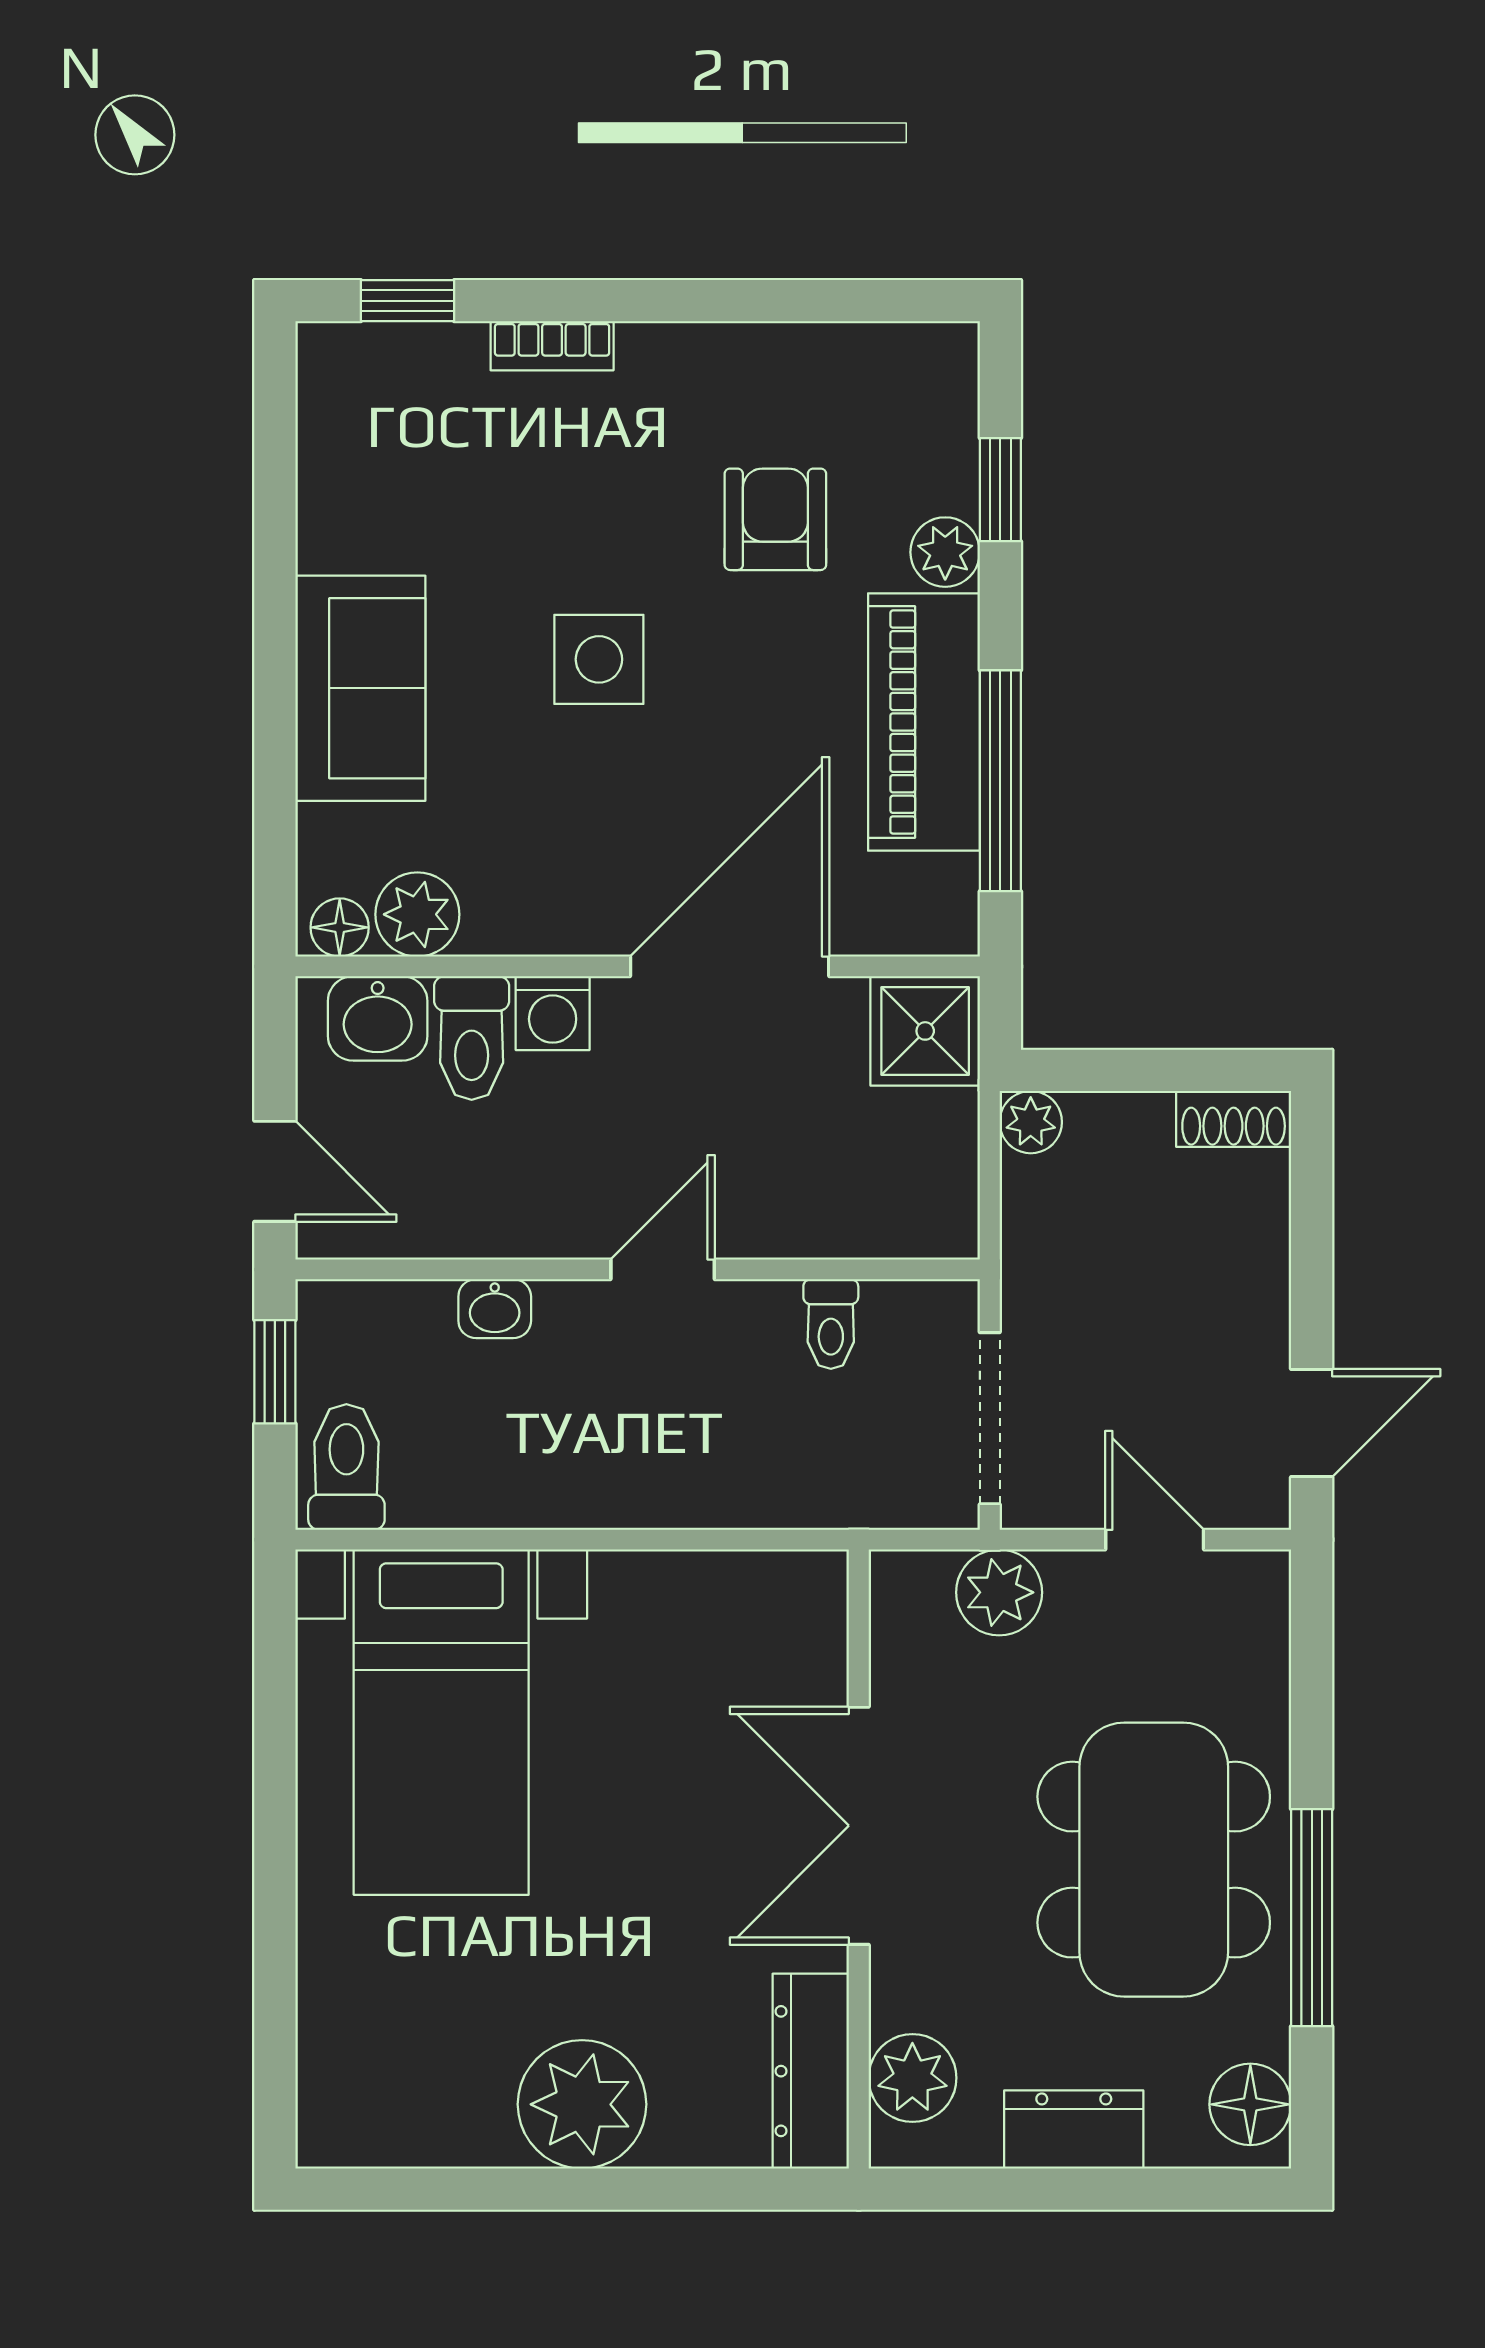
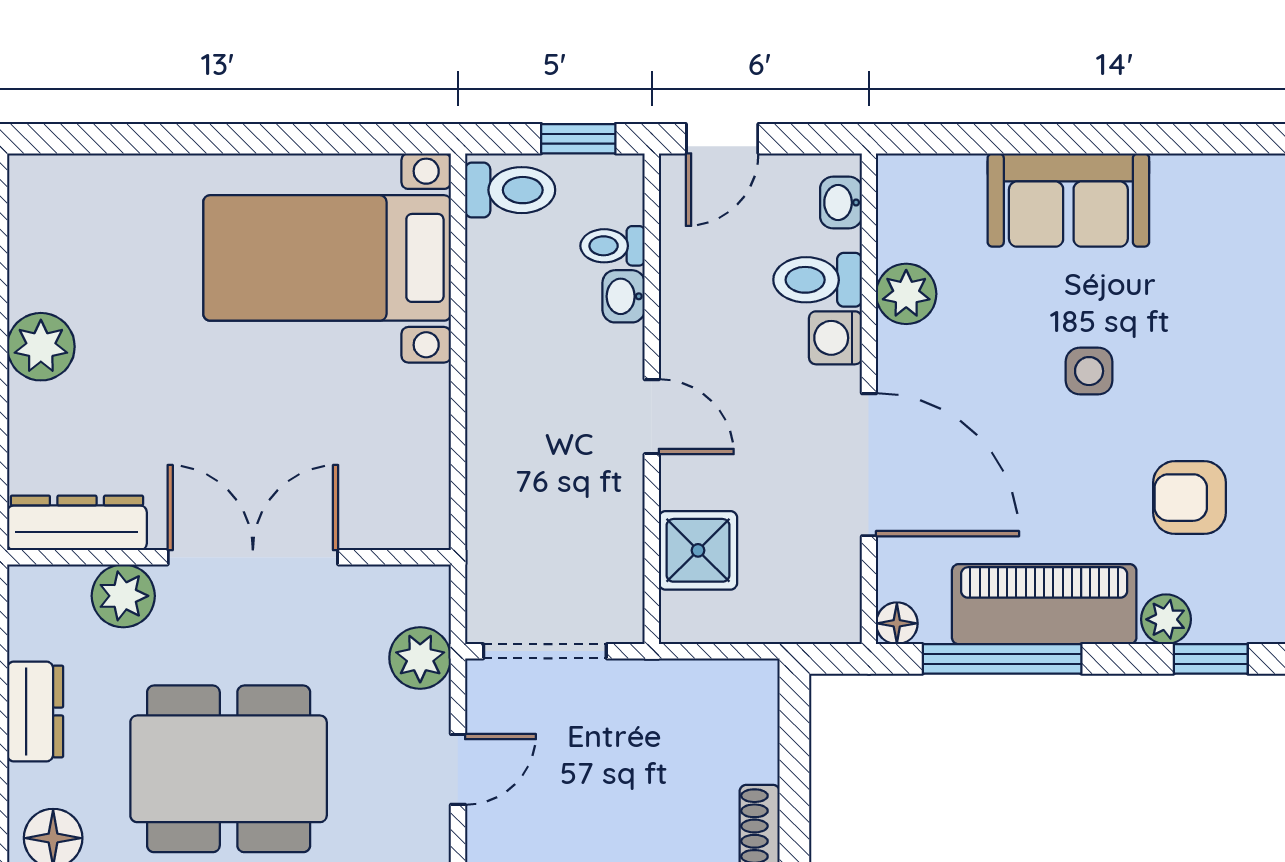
armchair: (775, 519) -> (1189, 498), turned 180
side table: (599, 659) -> (1089, 371), width x0.73, depth x0.73
plant: (417, 914) -> (906, 294), moved
floor lamp: (340, 927) -> (897, 623), moved
washbasin: (378, 1018) -> (841, 203), width x0.72, depth x0.69
shower: (925, 1031) -> (698, 550), moved
plant: (1031, 1122) -> (757, 681), removed
toilet: (831, 1324) -> (613, 246), moved
plant: (912, 2078) -> (123, 596), moved
plant: (582, 2104) -> (41, 347), width x0.73, depth x0.73

